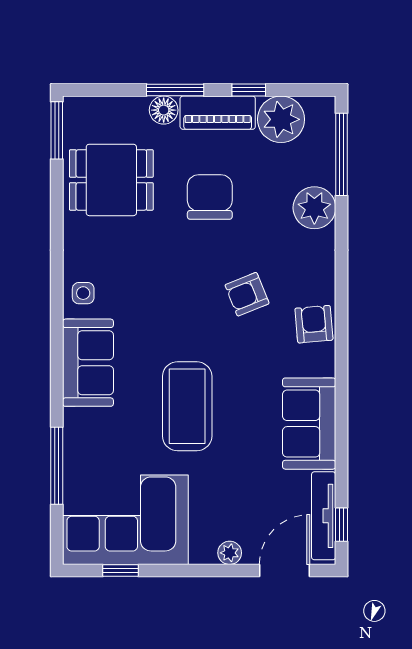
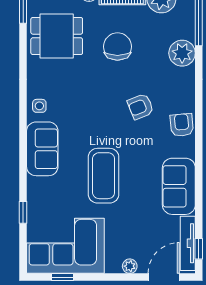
window: (57, 466) -> (23, 212), width x0.46

